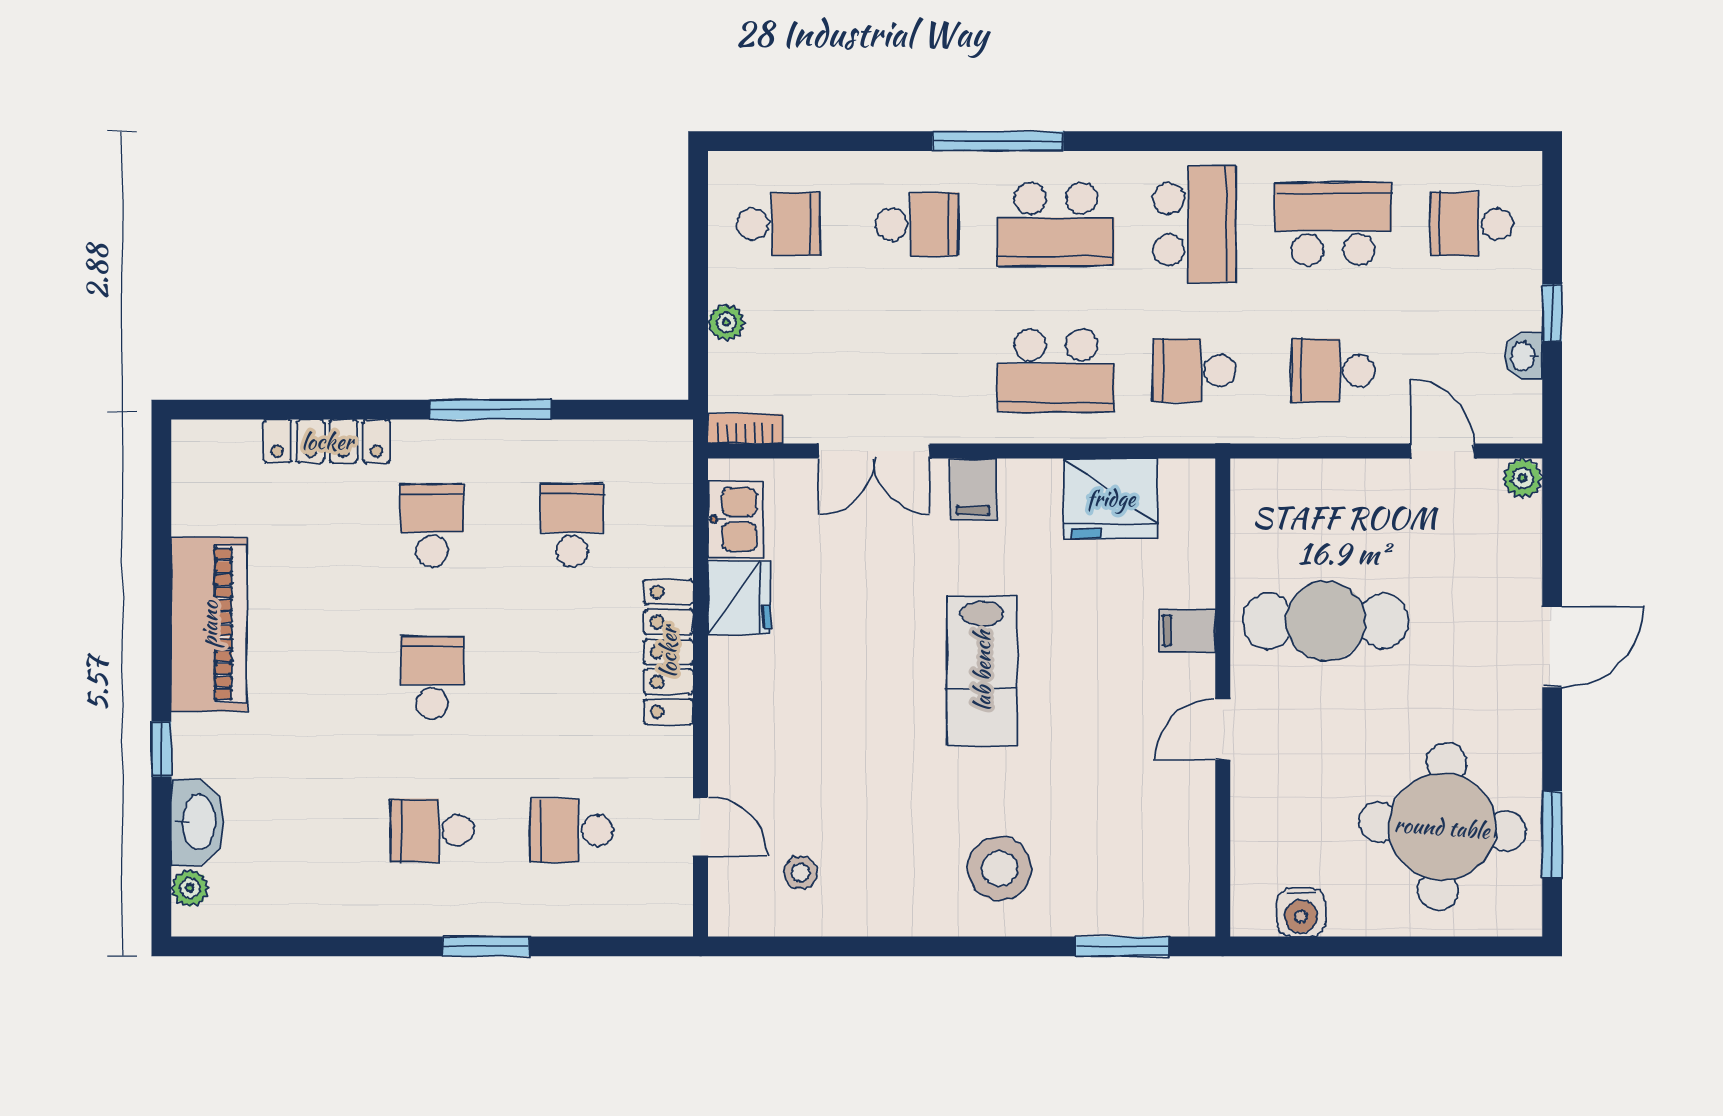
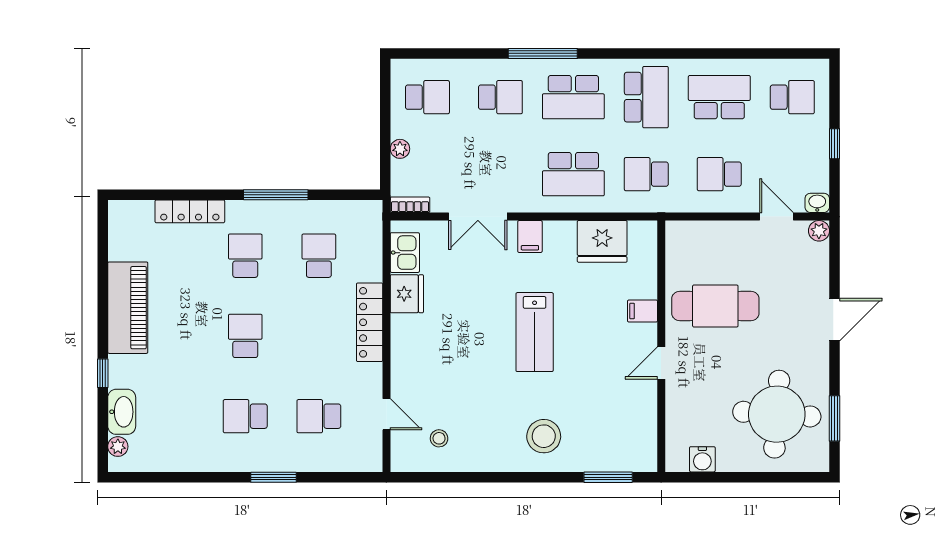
school desk: (1472, 224) -> (792, 97), turned 180
washbasin: (1524, 356) -> (817, 203), moved, turned 90

